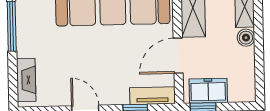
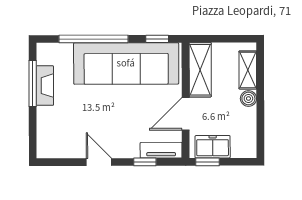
fireplace: (26, 80) -> (45, 86), moved

